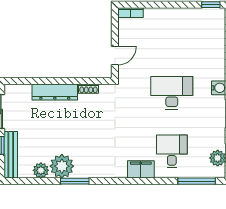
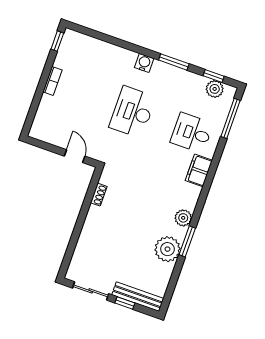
bookcase: (131, 13) -> (52, 81), moved
dresser: (55, 92) -> (90, 230), removed
plant: (41, 170) -> (183, 218), moved

